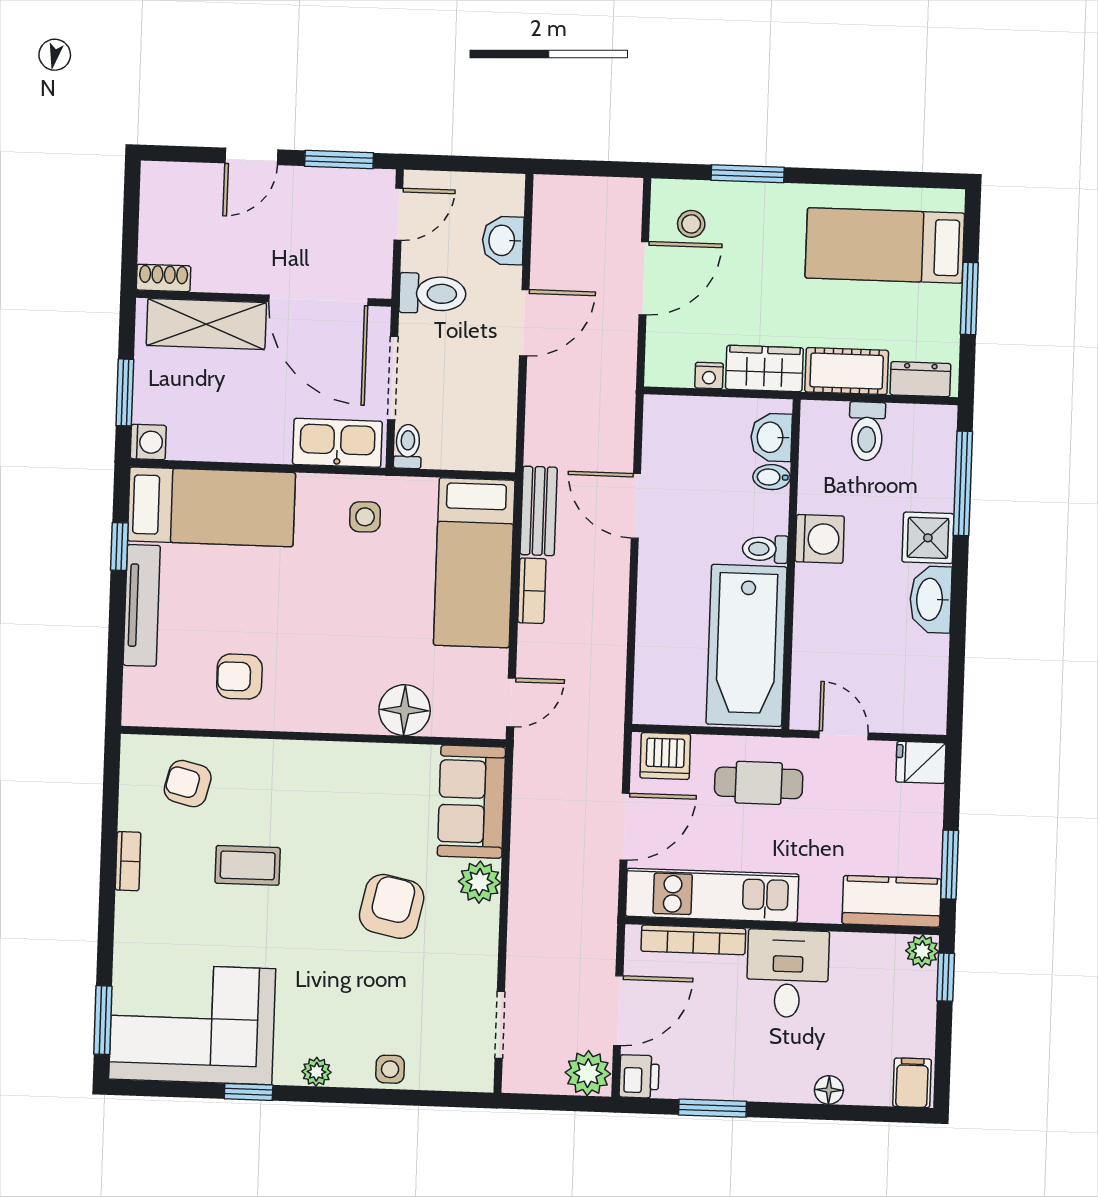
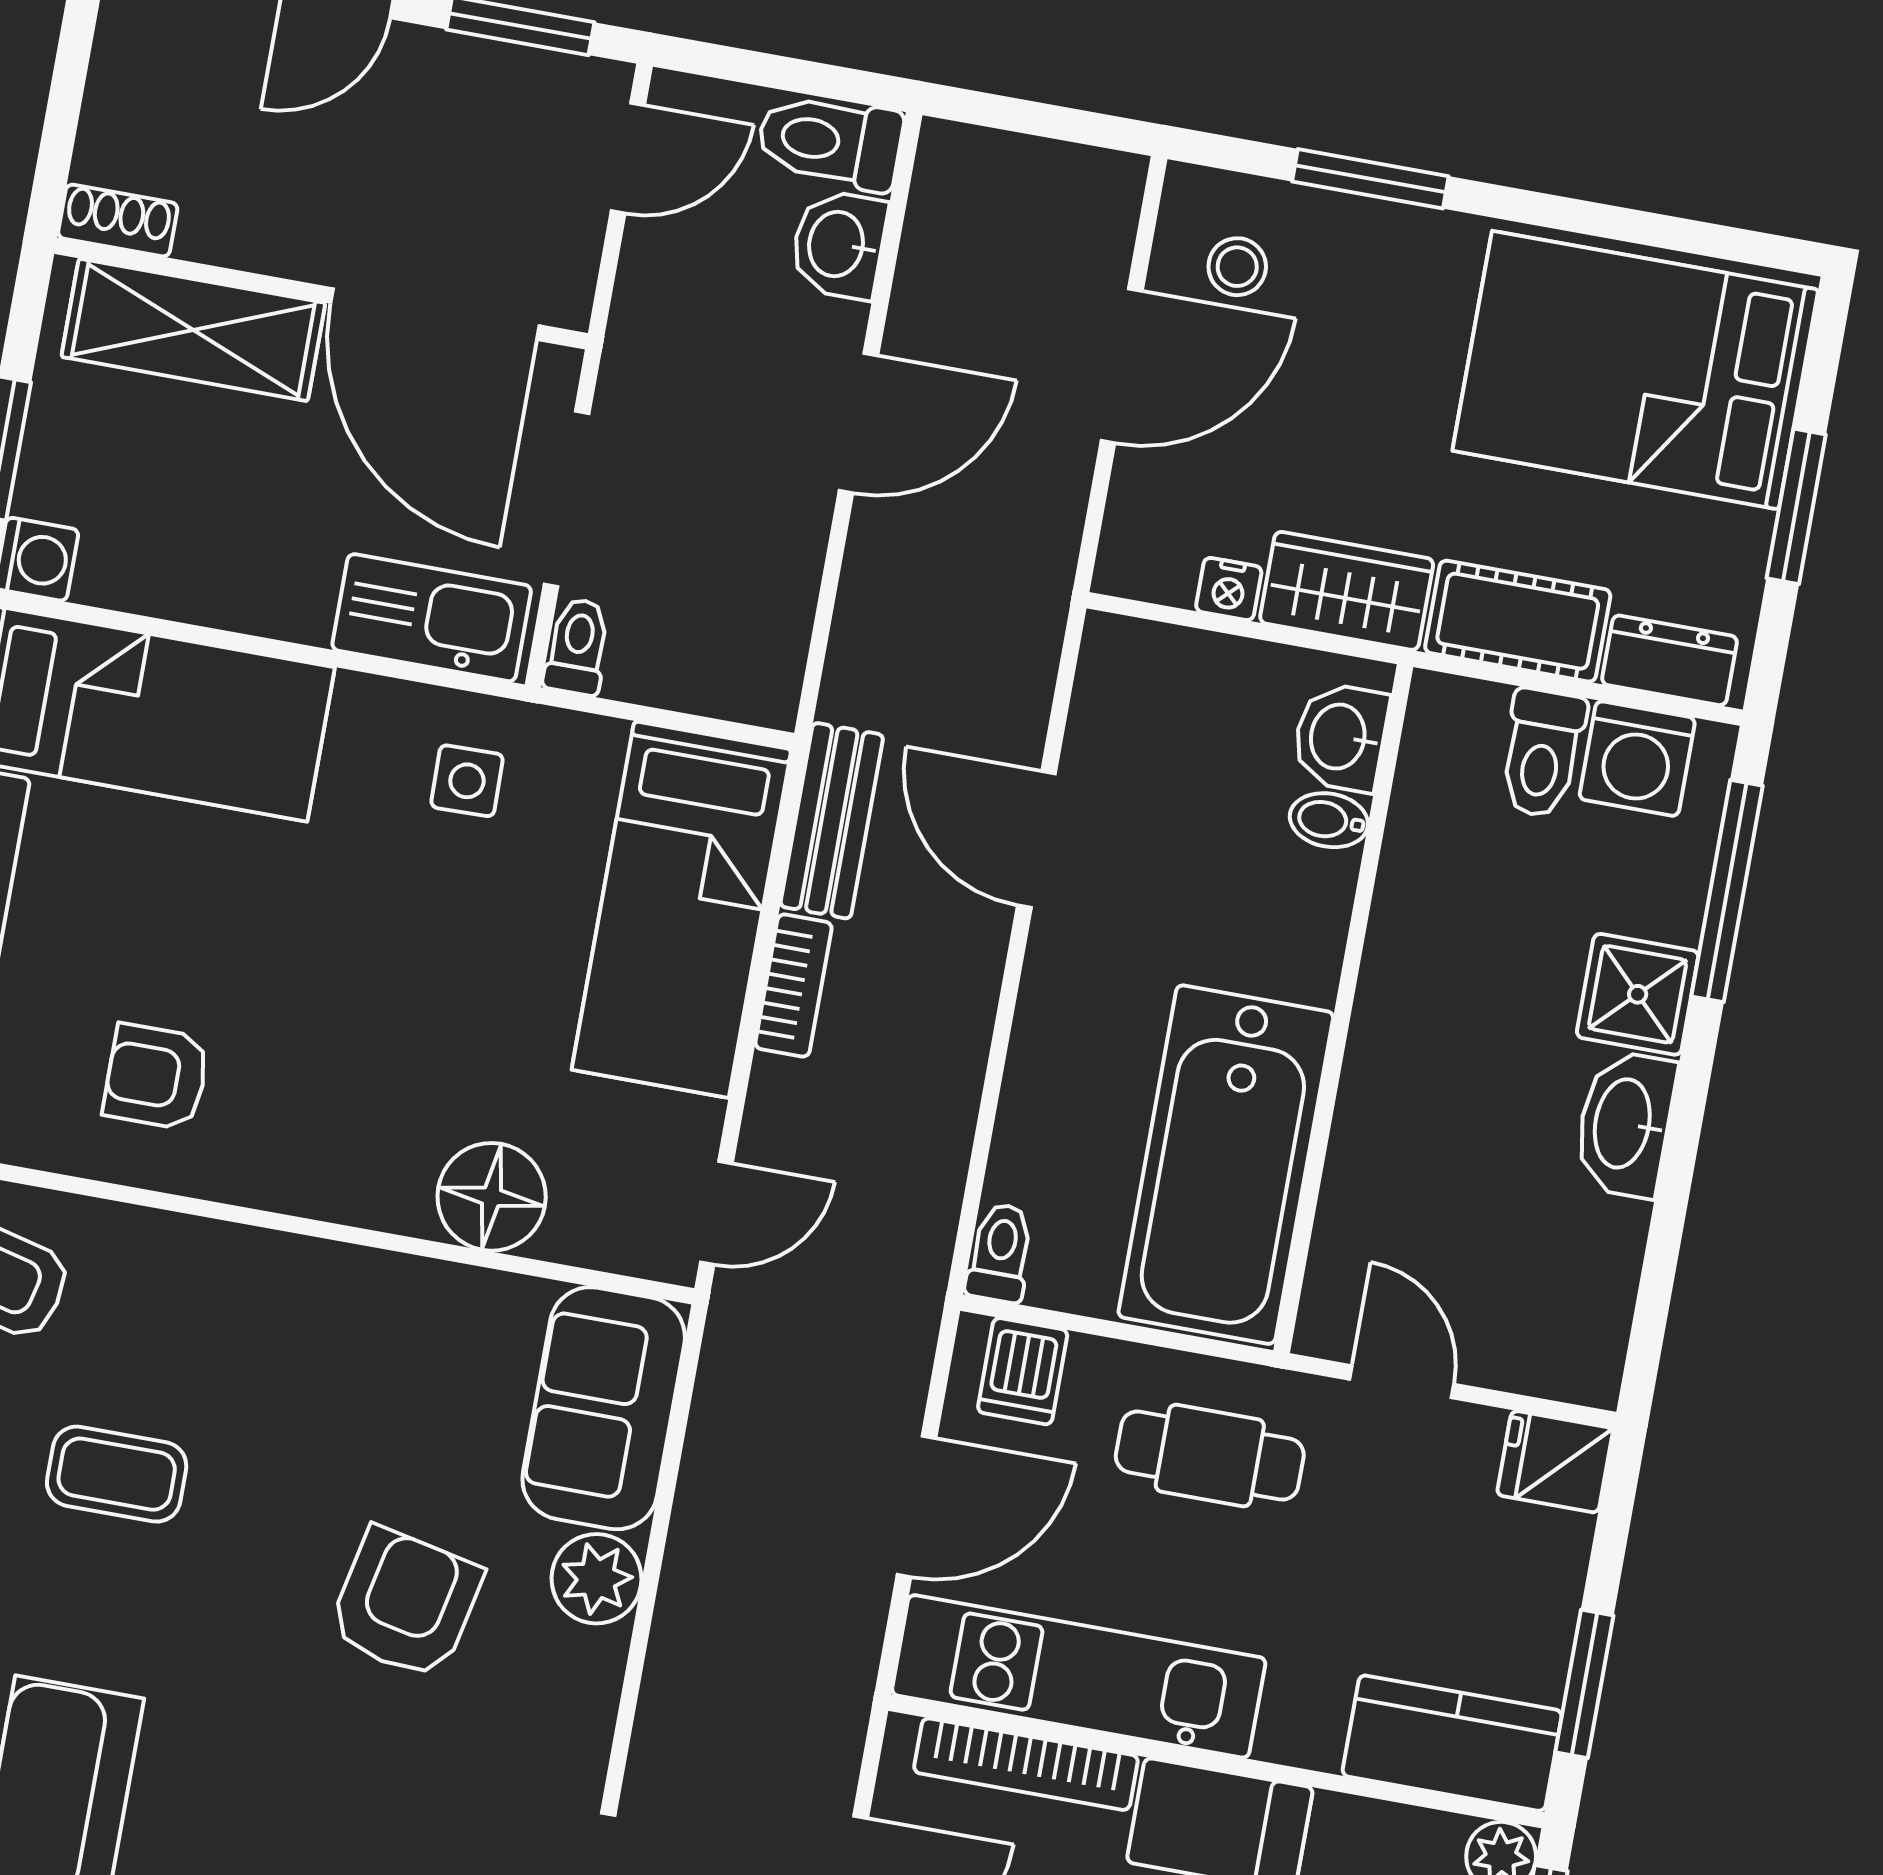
bed: (885, 246) -> (1635, 370), width x1.50
toilet: (433, 294) -> (830, 141), moved, turned 180
washing machine: (820, 539) -> (1637, 759), moved, turned 90
toilet: (765, 549) -> (1000, 1253), moved, turned 90
dishwasher: (665, 756) -> (1023, 1371), width x0.73

